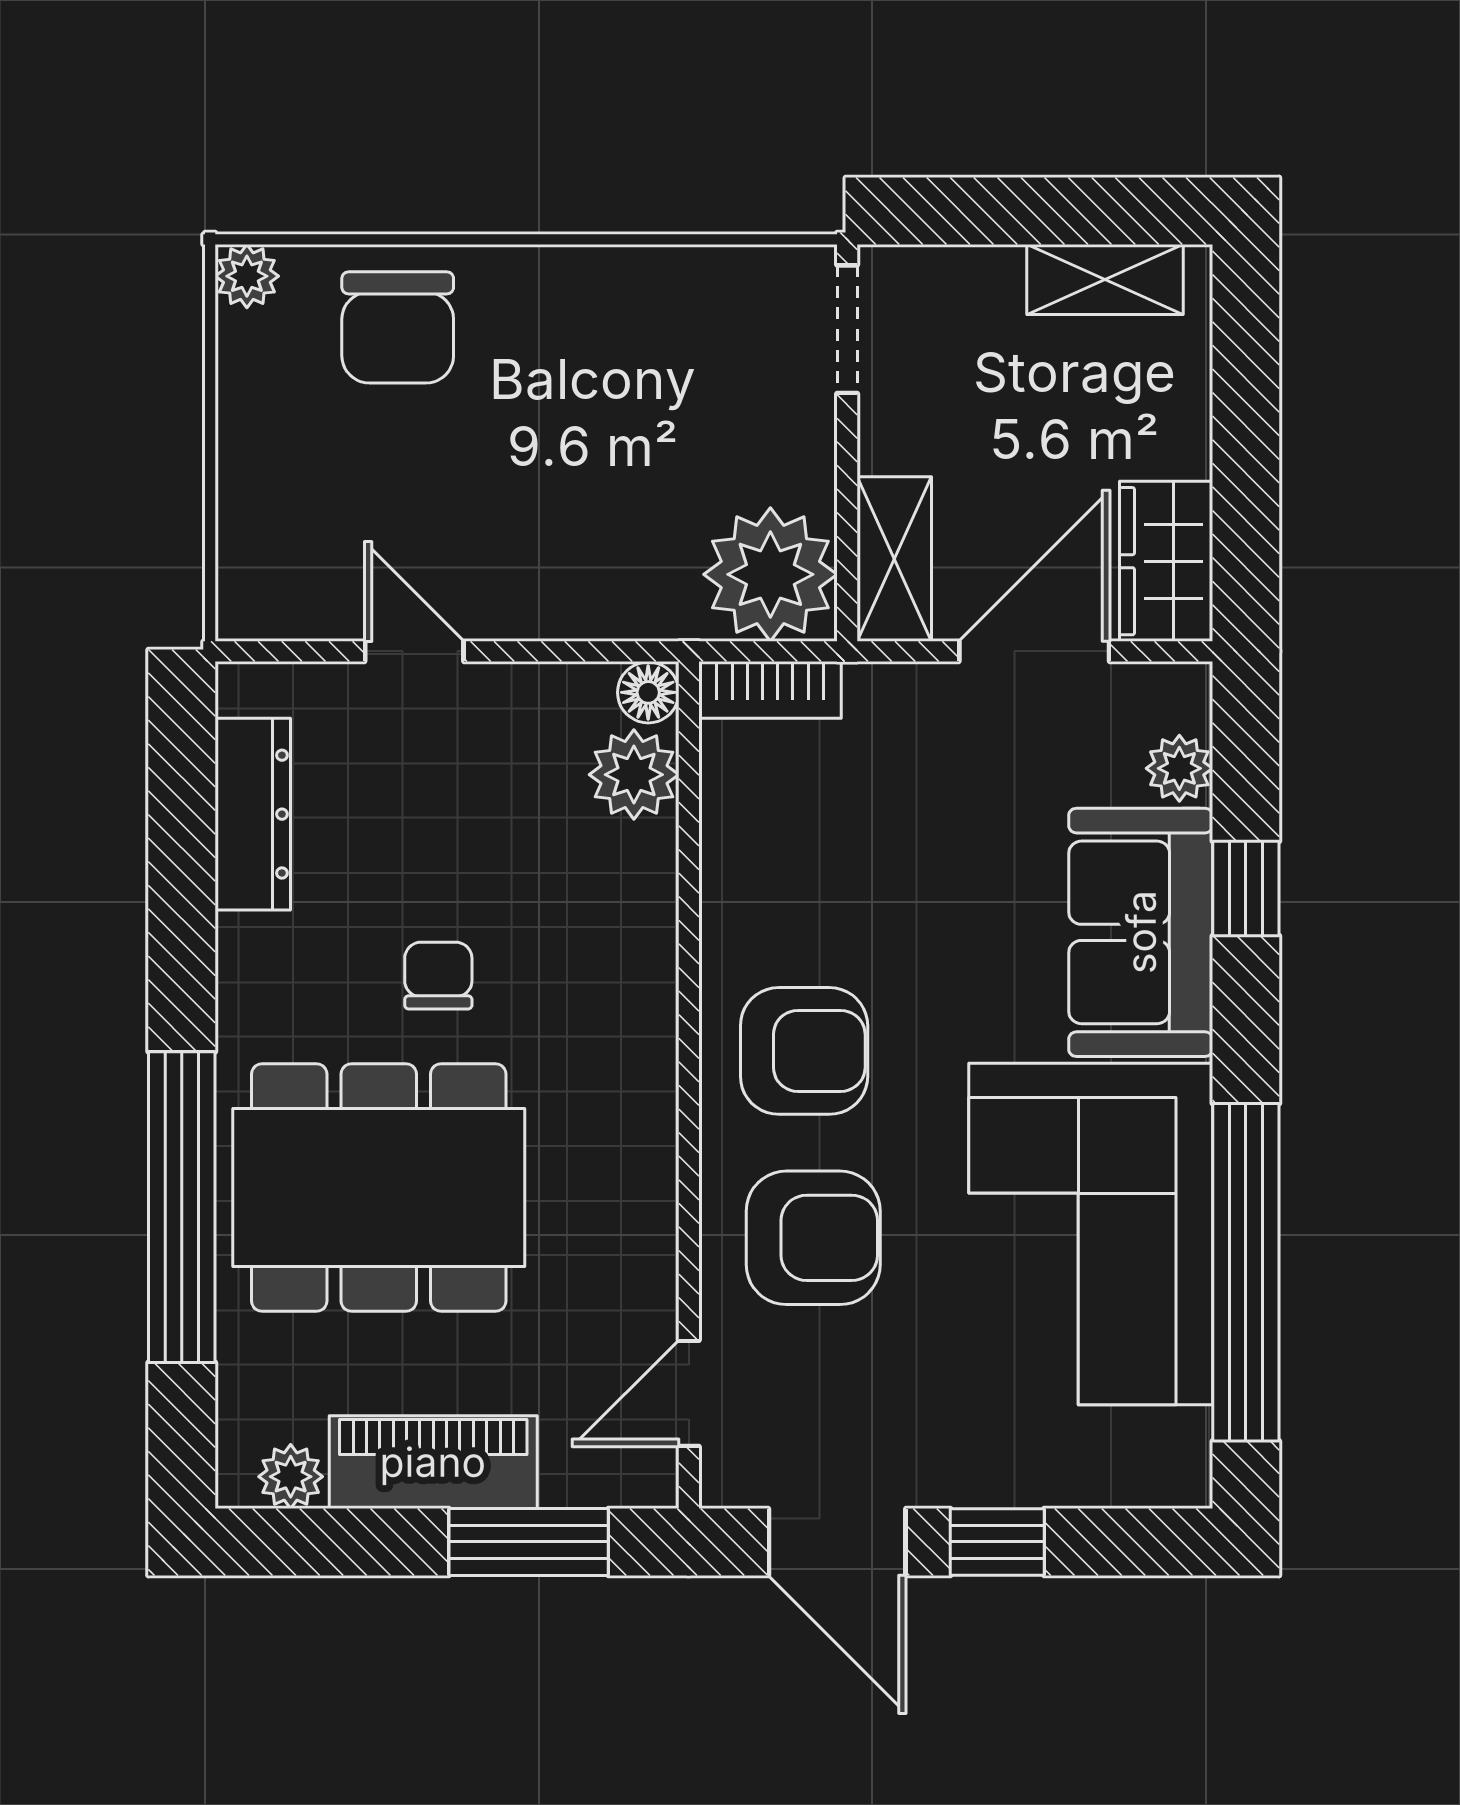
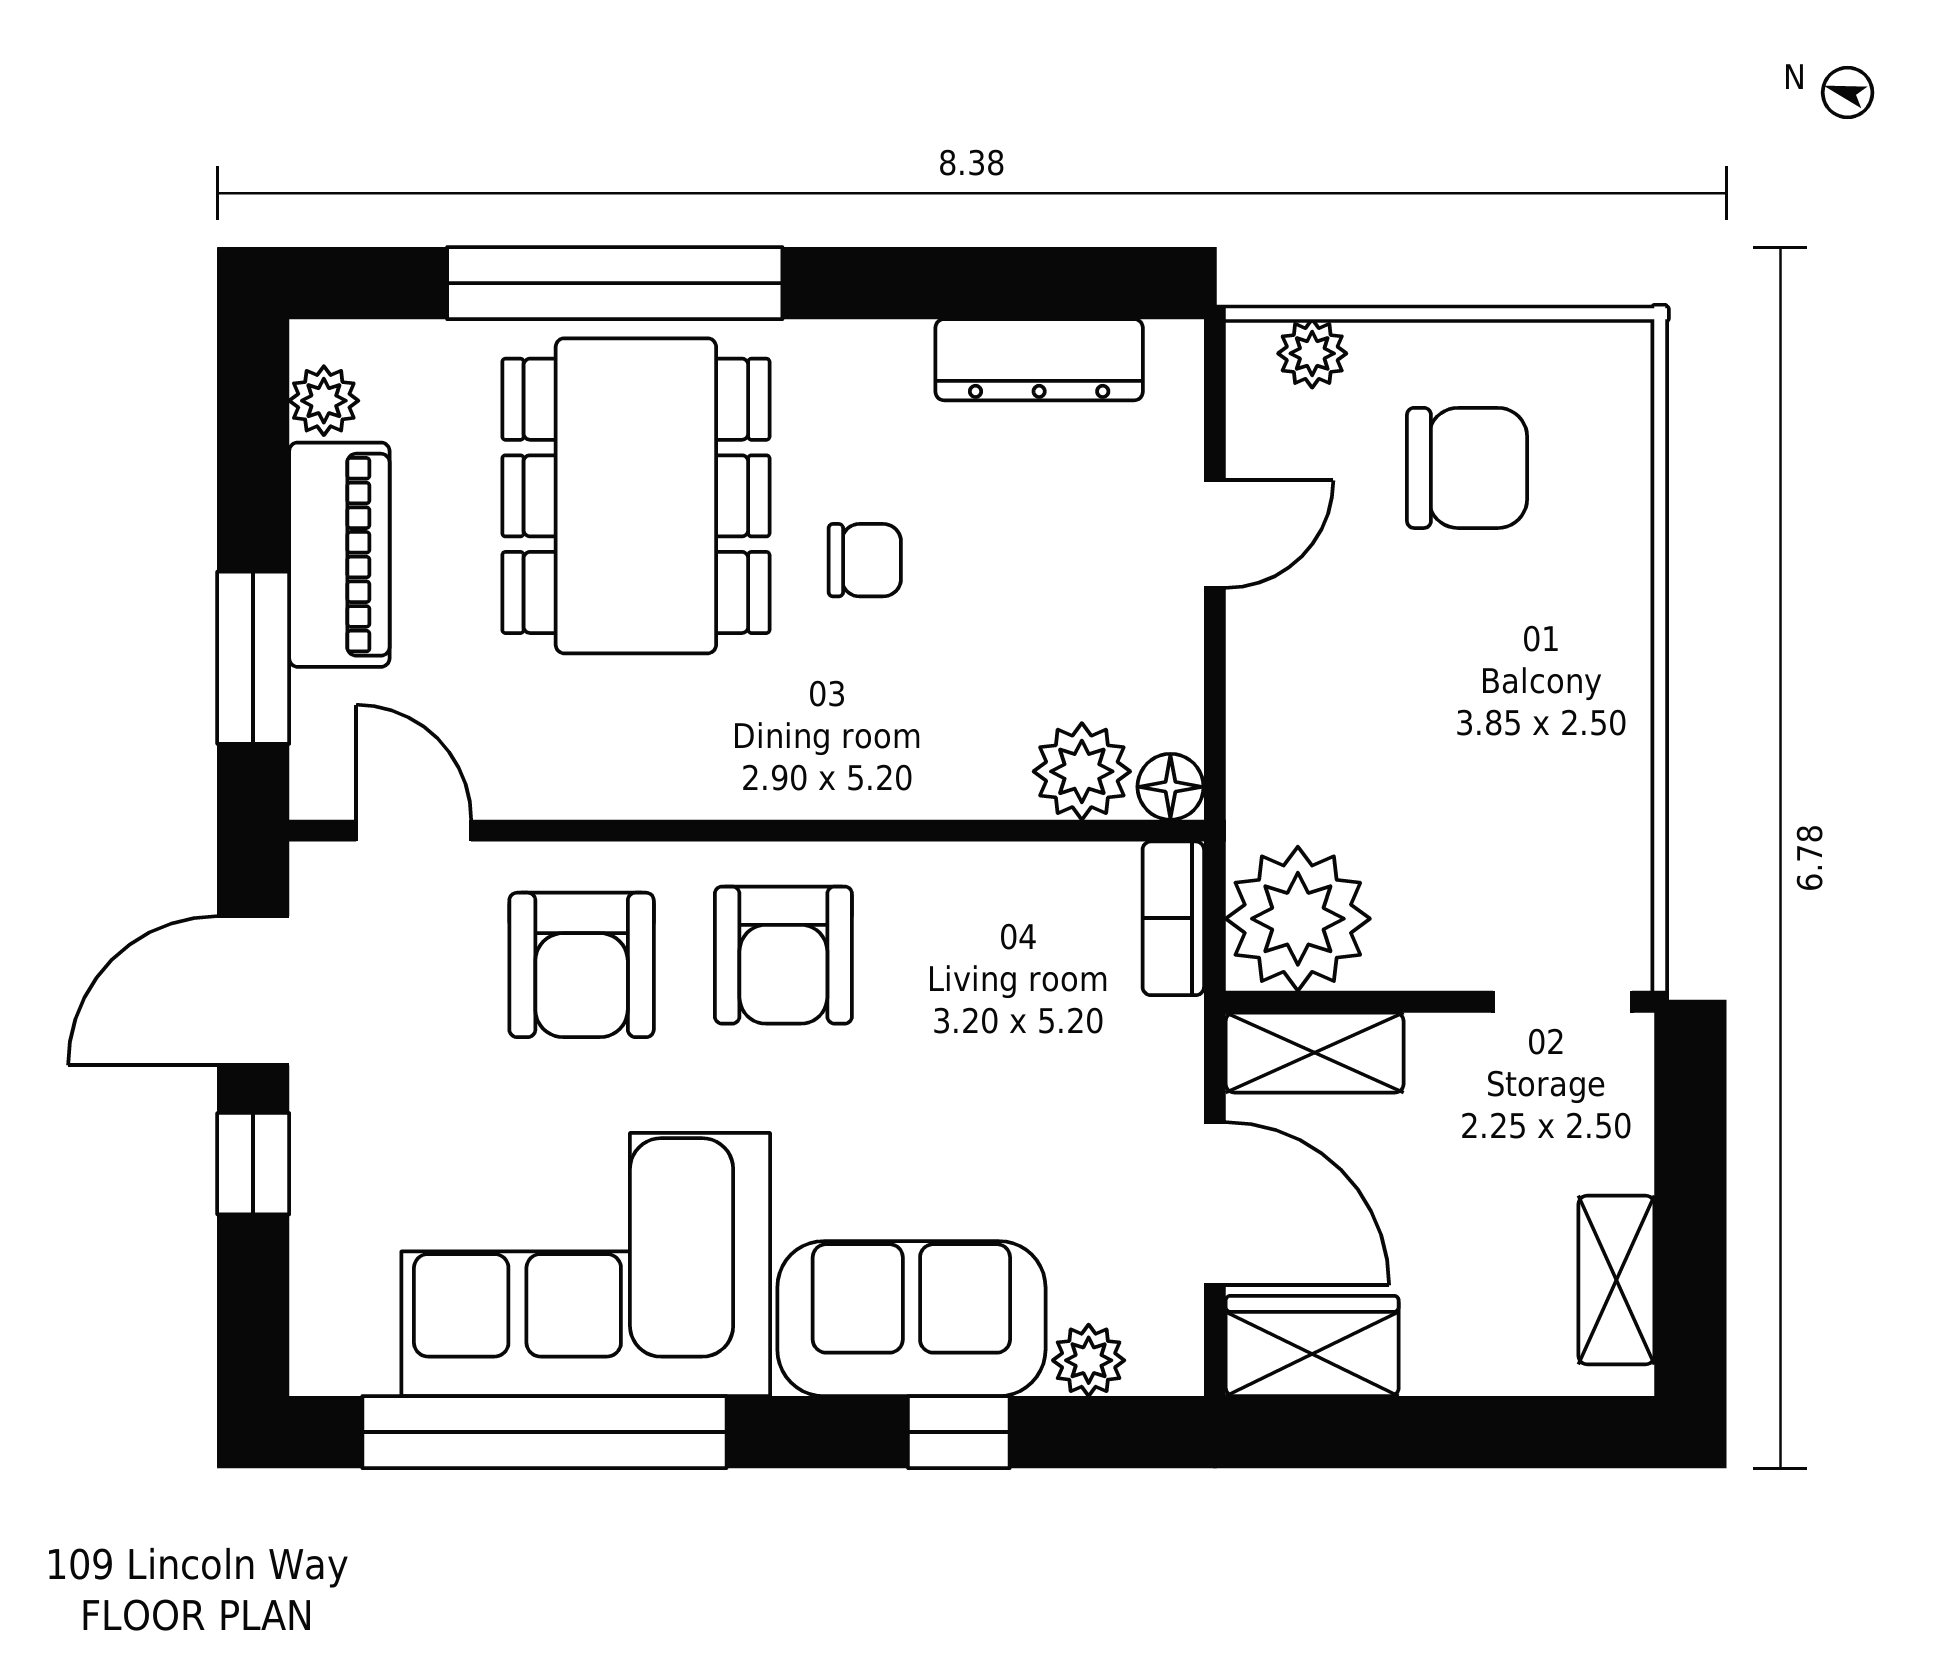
plant: (247, 276) -> (1312, 353), moved
chair: (398, 327) -> (1467, 468), moved, turned 180

